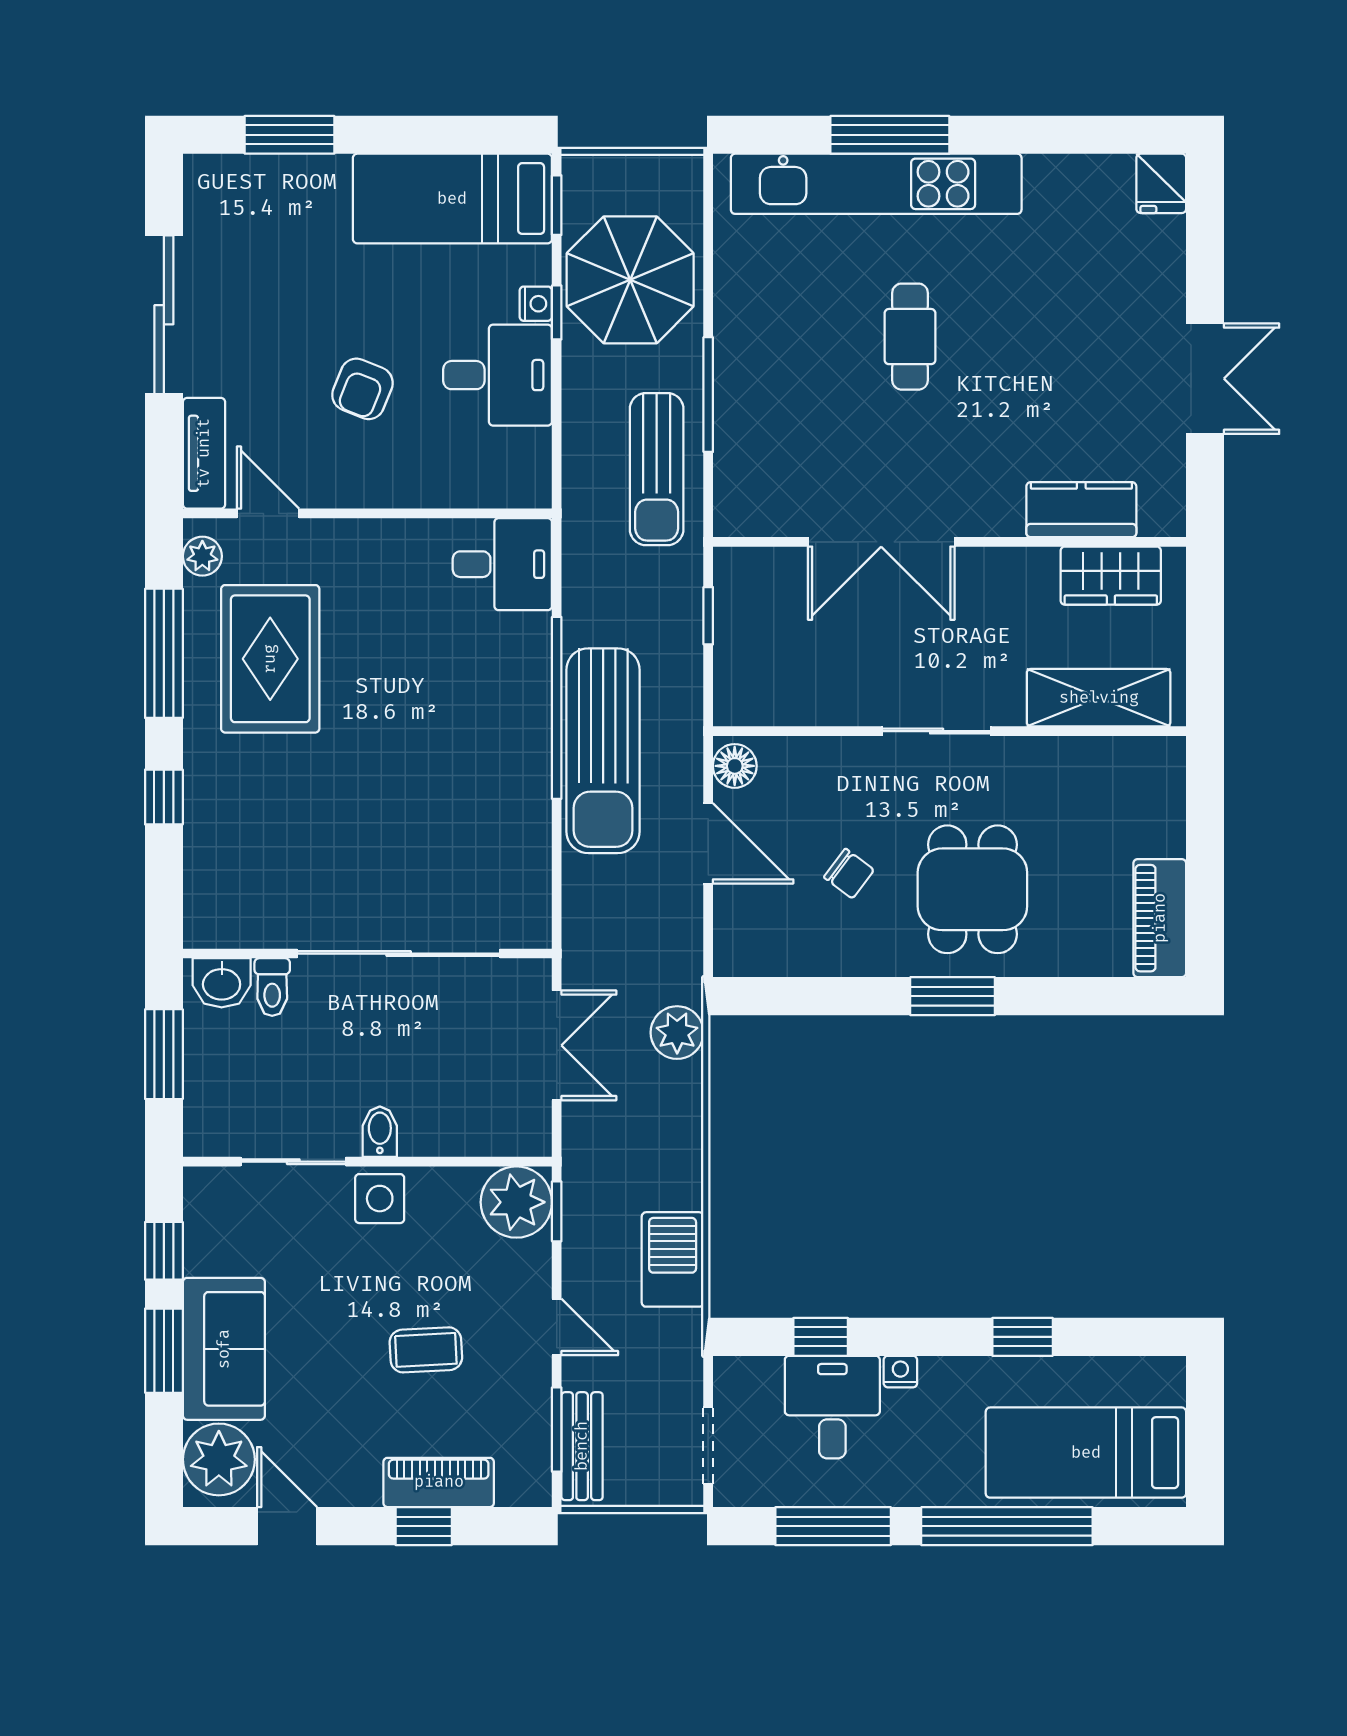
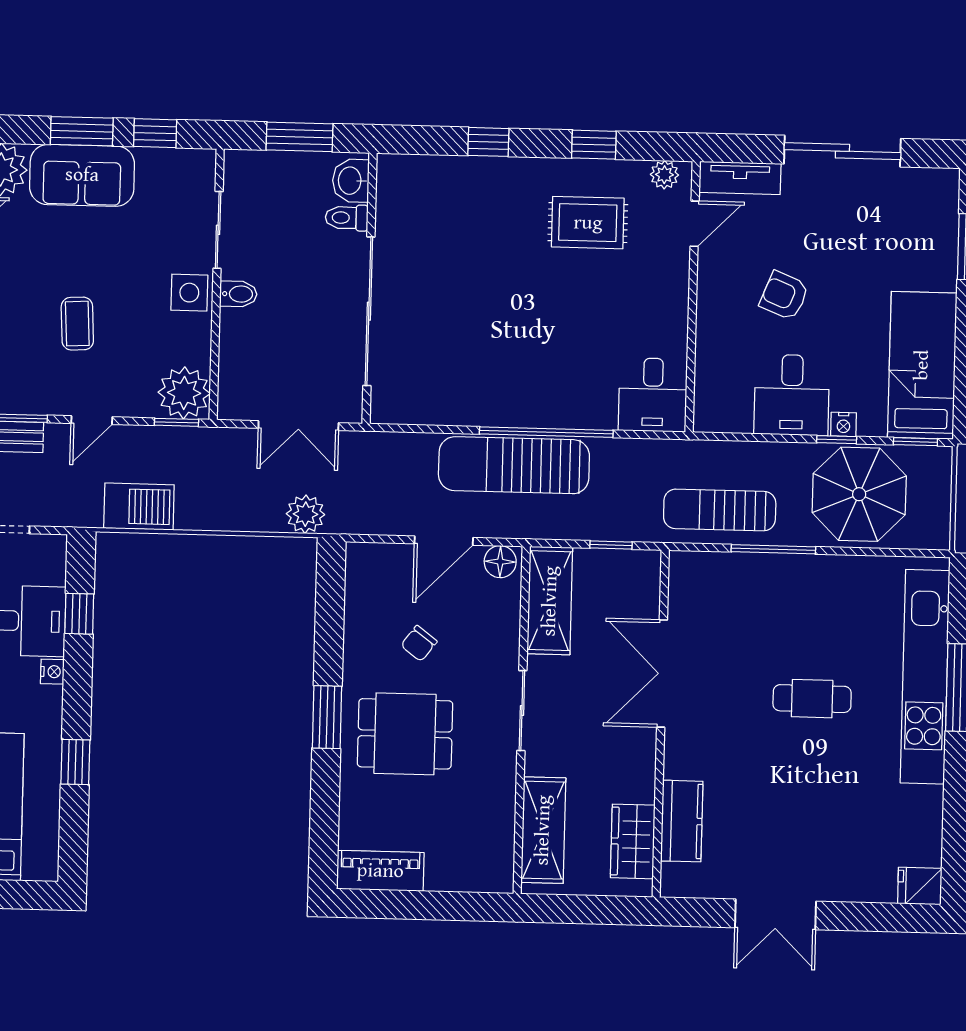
window: (164, 653) -> (594, 145), width x0.46
rug: (270, 659) -> (588, 223), width x0.73, depth x0.70
shelving: (786, 697) -> (550, 601), added

